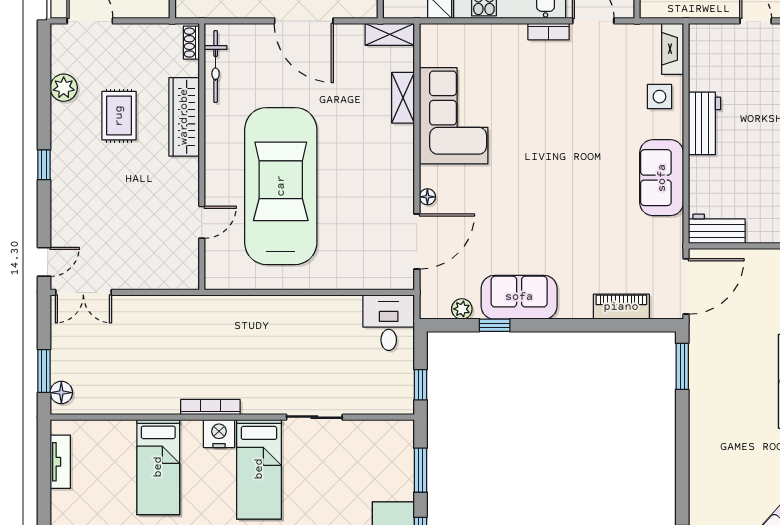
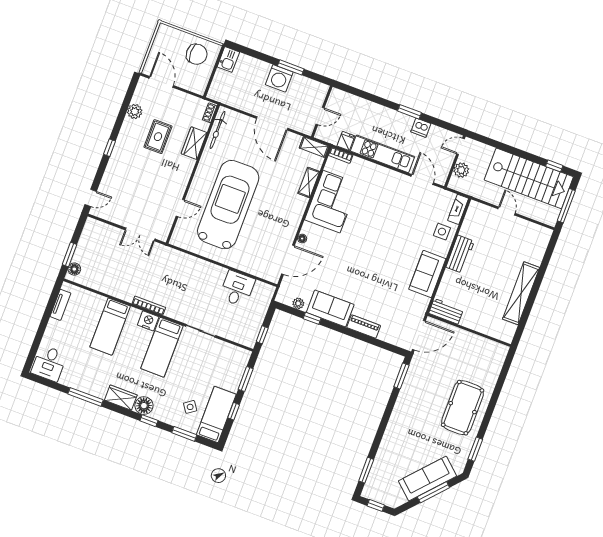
bookcase: (549, 32) -> (341, 155), moved
wardrobe: (184, 117) -> (194, 143), width x0.67
double door: (83, 292) -> (140, 234), moved
piano: (621, 307) -> (364, 327), moved
desk: (389, 323) -> (237, 289), moved

